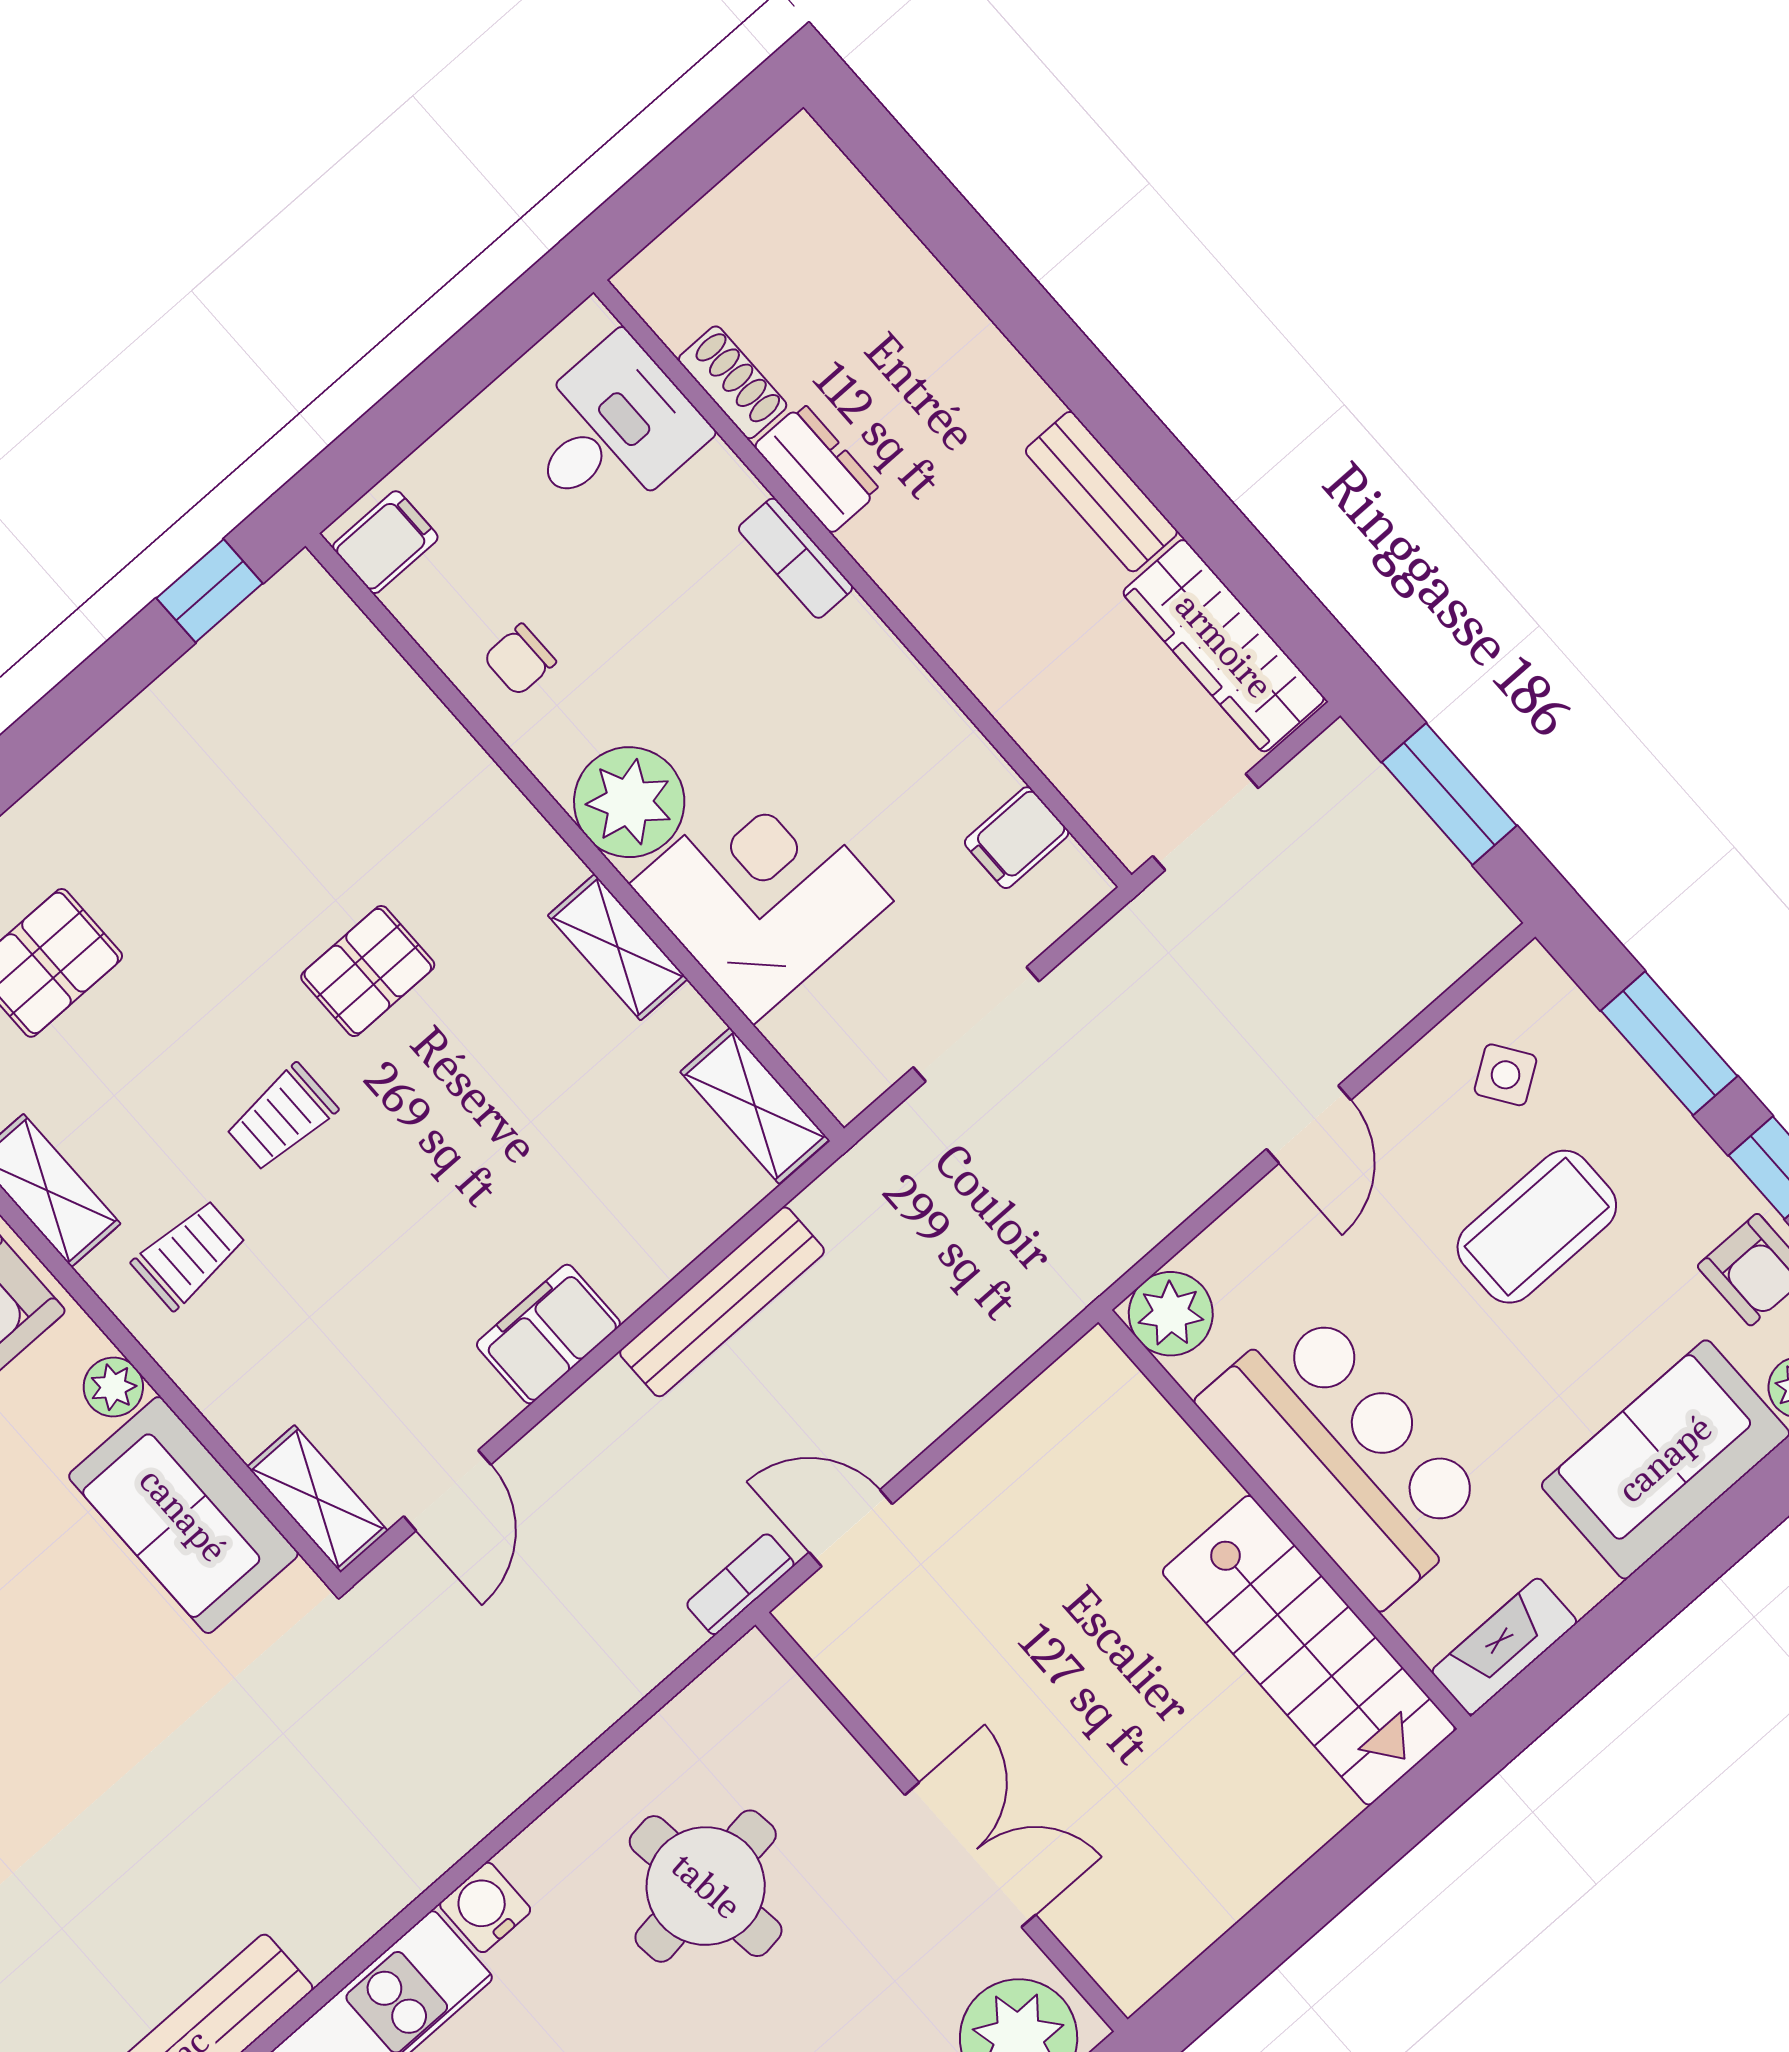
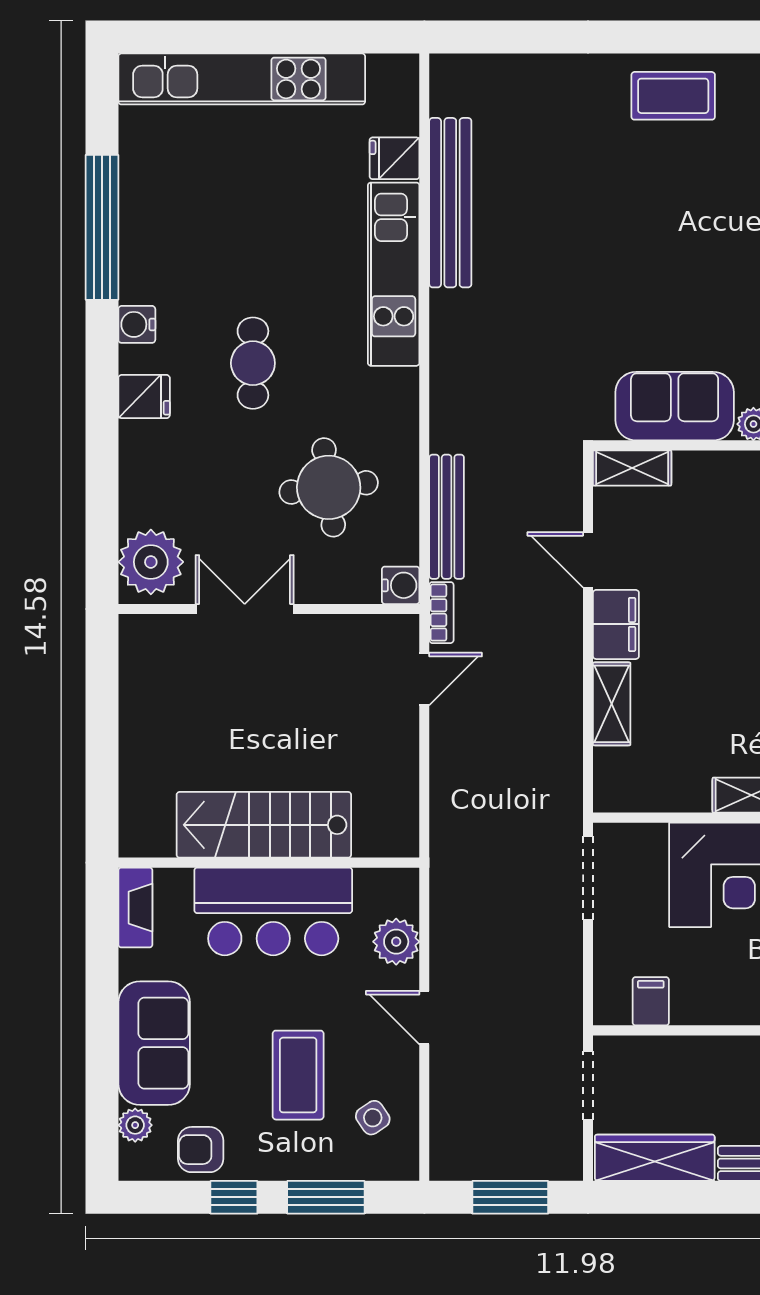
doorway: (976, 1024) -> (588, 878), moved
shelving: (755, 1106) -> (612, 704), moved, turned 90
bench: (722, 1302) -> (447, 517), moved
plant: (1171, 1314) -> (396, 942), moved
door: (447, 1490) -> (588, 560), moved
stairs: (1309, 1650) -> (264, 825), moved
double door: (970, 1855) -> (245, 609), swing flipped
water cooler: (485, 1907) -> (401, 585), moved

